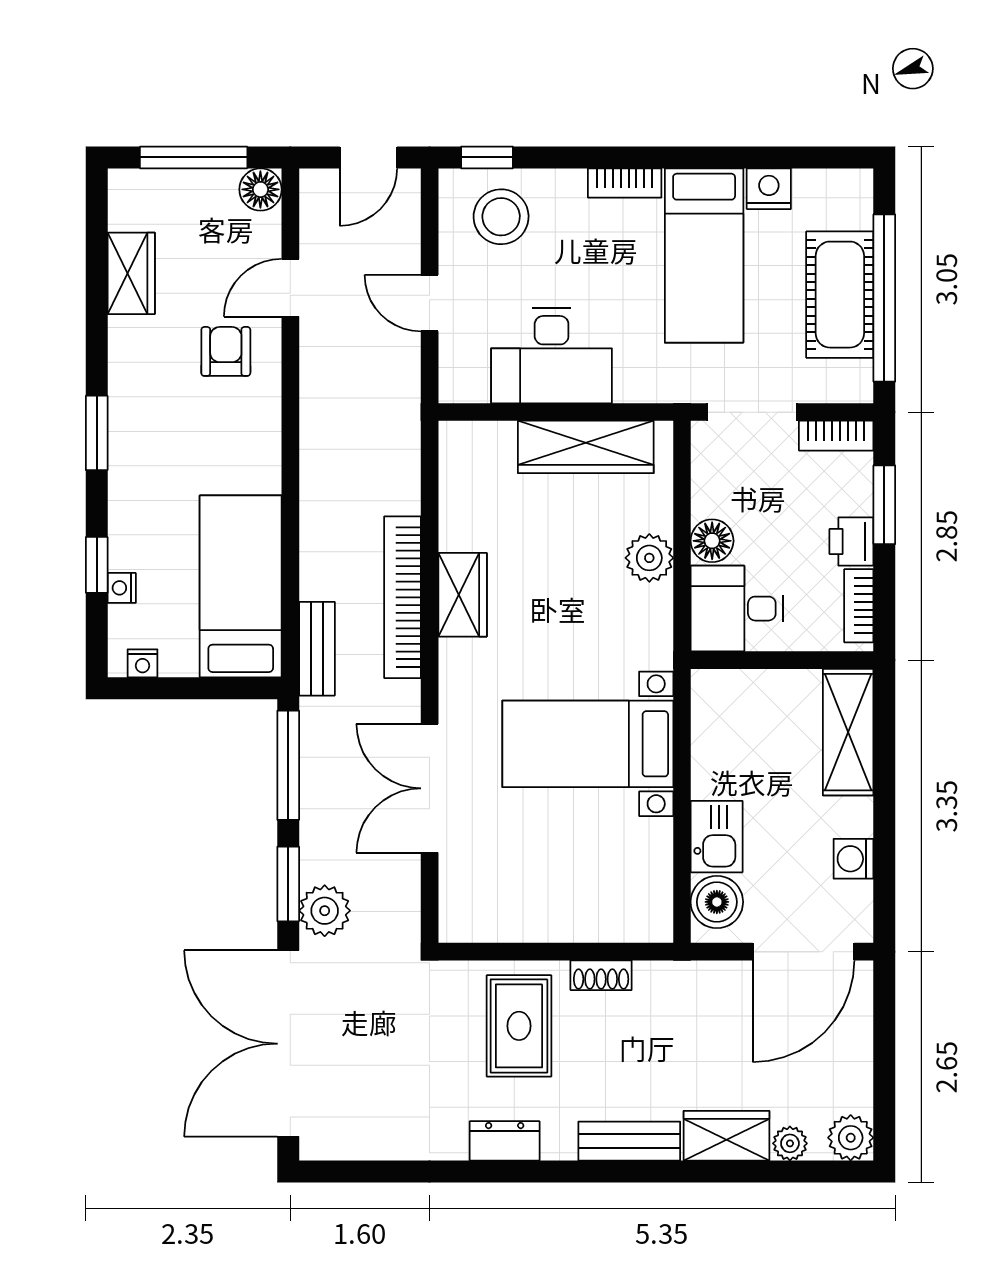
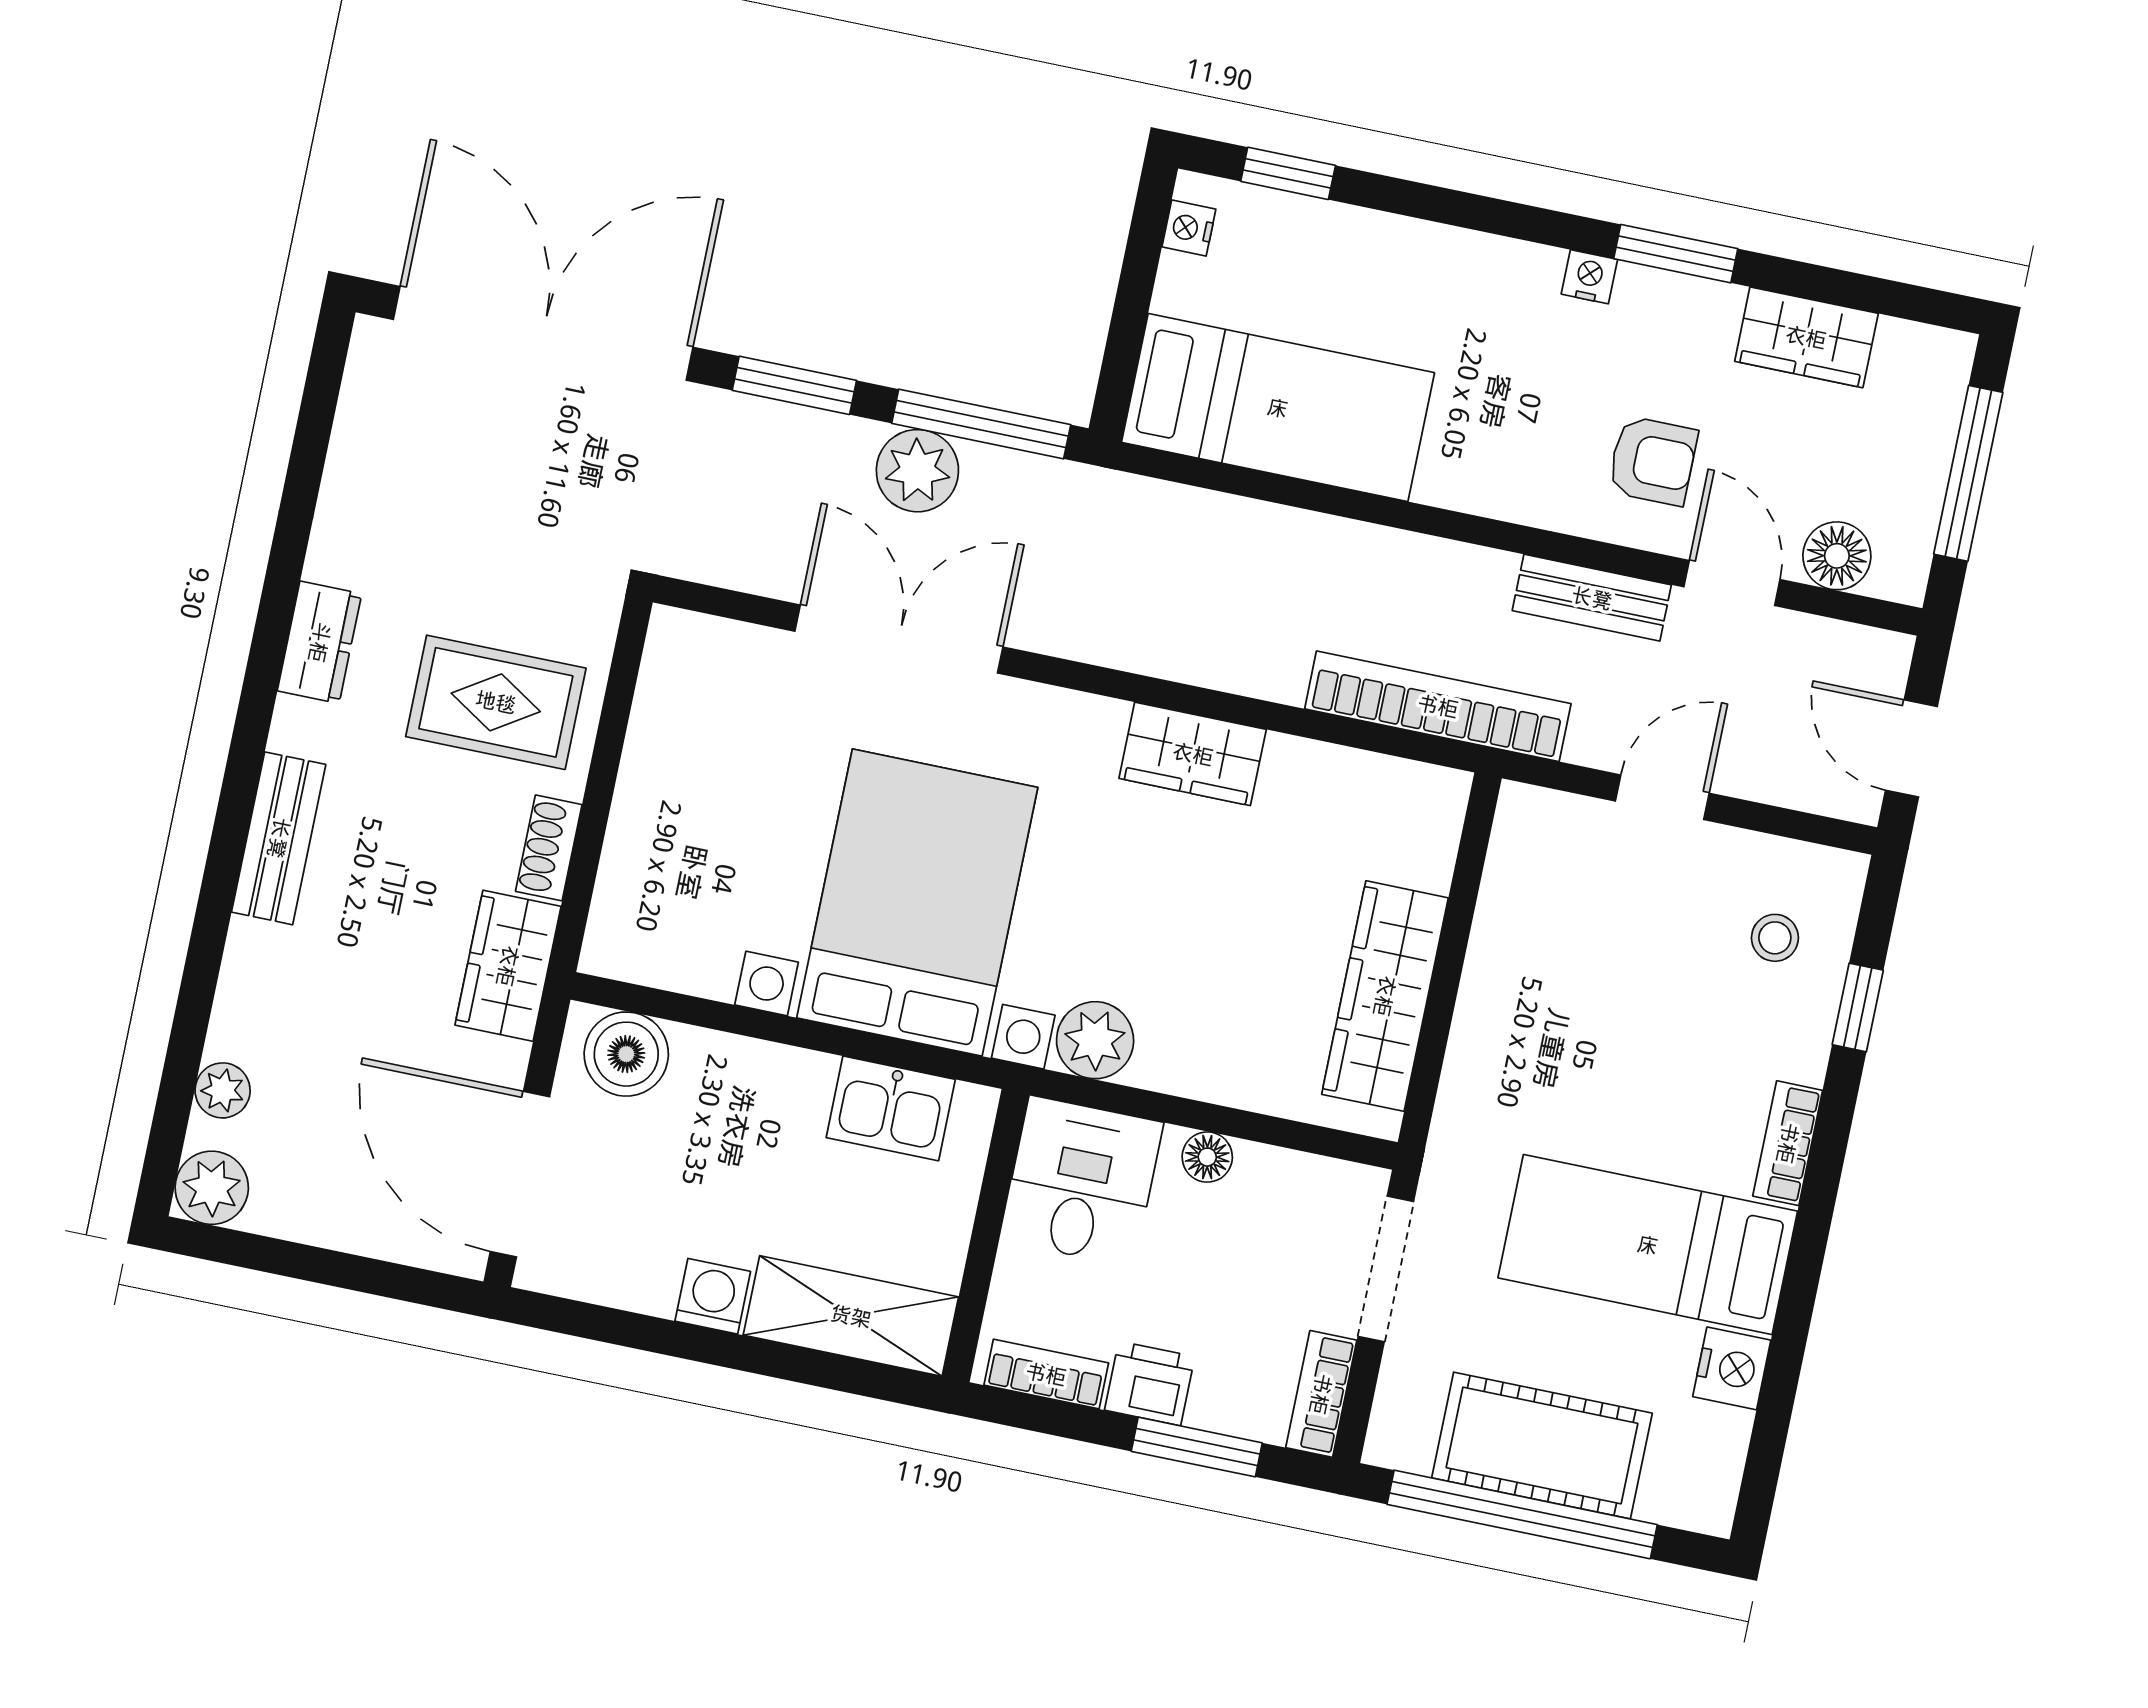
window: (487, 157) -> (1858, 1007), moved
floor lamp: (260, 189) -> (1837, 556), moved
stool: (501, 217) -> (1775, 938), width x0.53, depth x0.53
desk: (552, 356) -> (1540, 972), removed
window: (97, 433) -> (1676, 254), moved
floor lamp: (712, 541) -> (1207, 1157), width x0.73, depth x0.73
plant: (649, 558) -> (1095, 1040), moved
window: (97, 565) -> (1288, 173), moved
nightstand: (122, 588) -> (1589, 277), moved
bookcase: (403, 597) -> (1438, 706), moved
bench: (317, 649) -> (1592, 598), moved
bed with nightstands: (588, 744) -> (917, 903), width x1.36
kitchen sink: (717, 837) -> (891, 1108), moved
washing machine: (853, 859) -> (713, 1296), moved
plant: (325, 911) -> (917, 471), moved
wardrobe: (727, 1136) -> (508, 966), moved, turned 180

